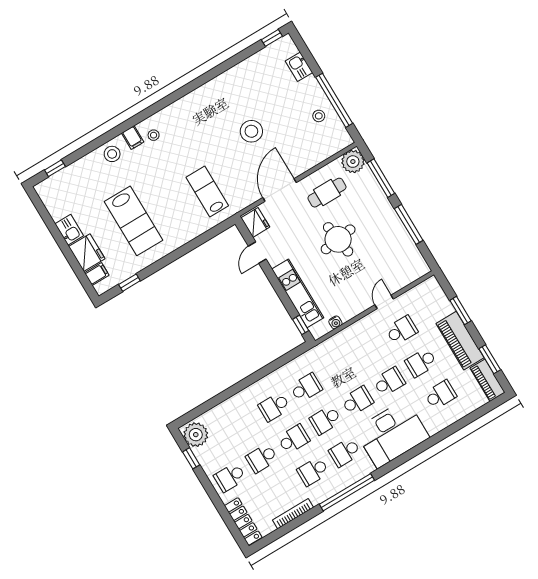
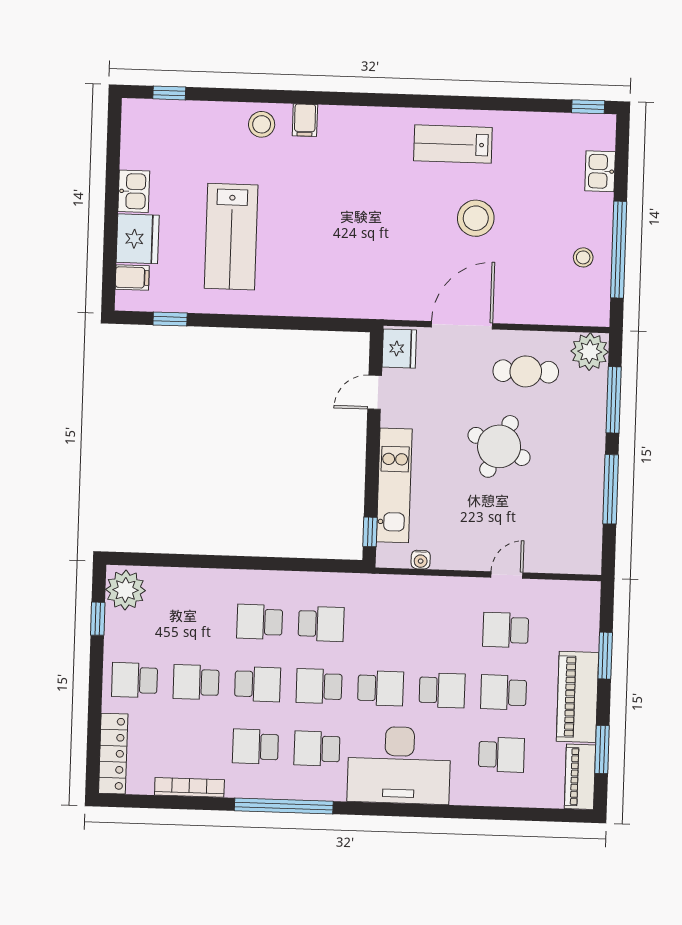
stool: (154, 135) -> (336, 136), removed
lab bench: (207, 192) -> (453, 144), moved, turned -90
round table: (338, 239) -> (499, 446), turned 32
school desk: (402, 330) -> (506, 630), turned 180

